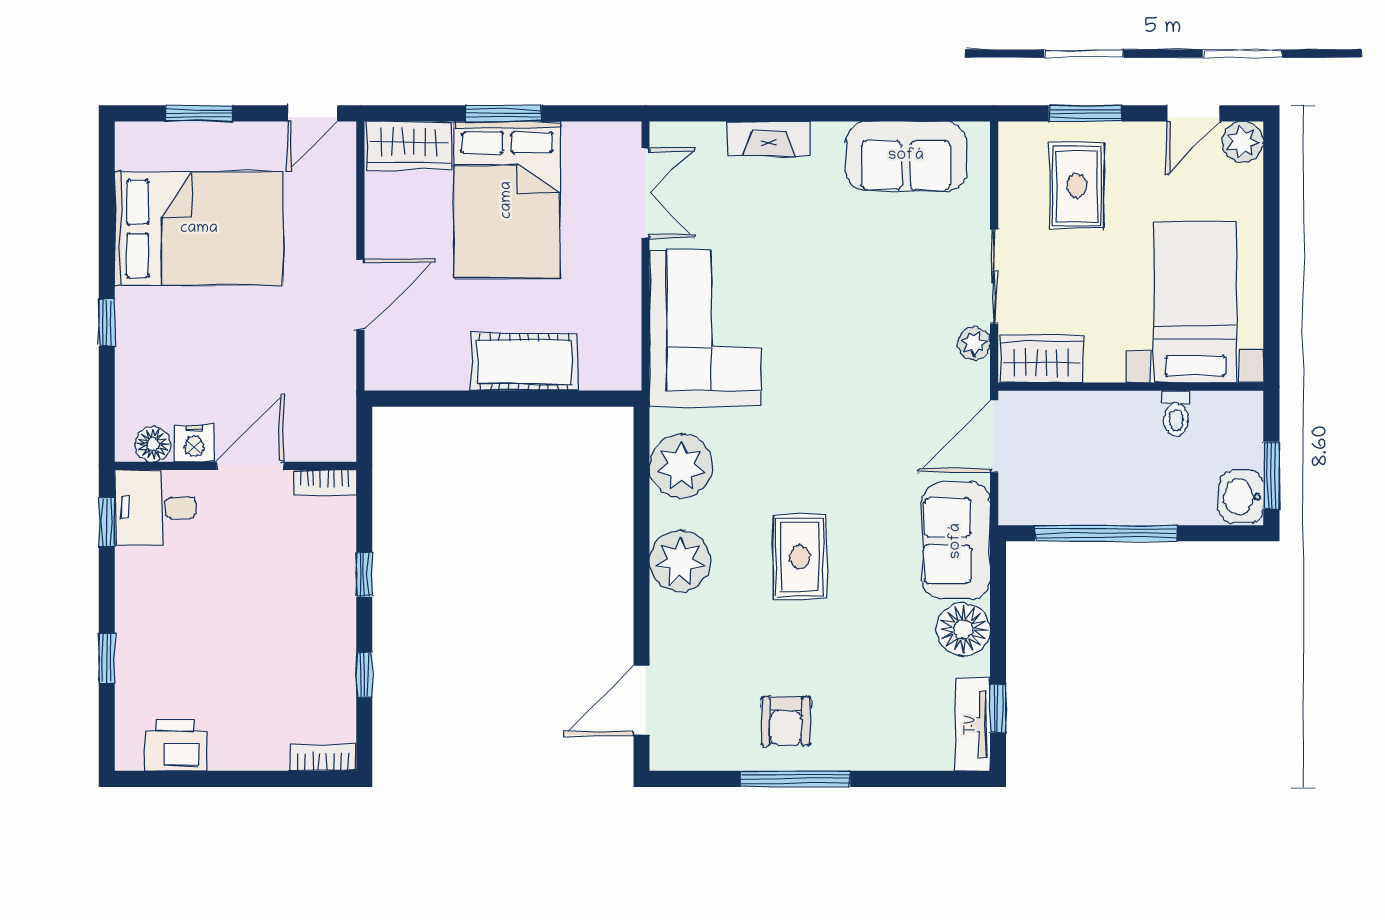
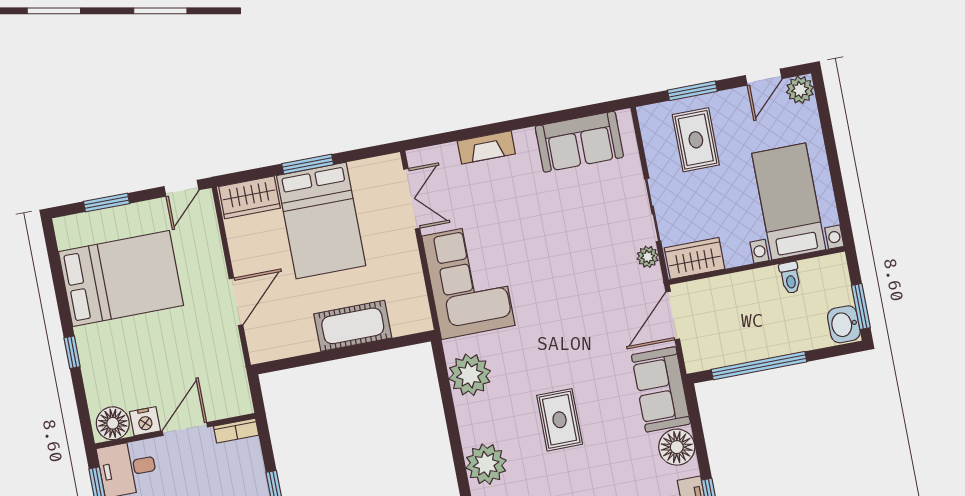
floor lamp: (153, 444) -> (113, 423), width x1.38, depth x1.38
plant: (680, 561) -> (486, 464), moved

